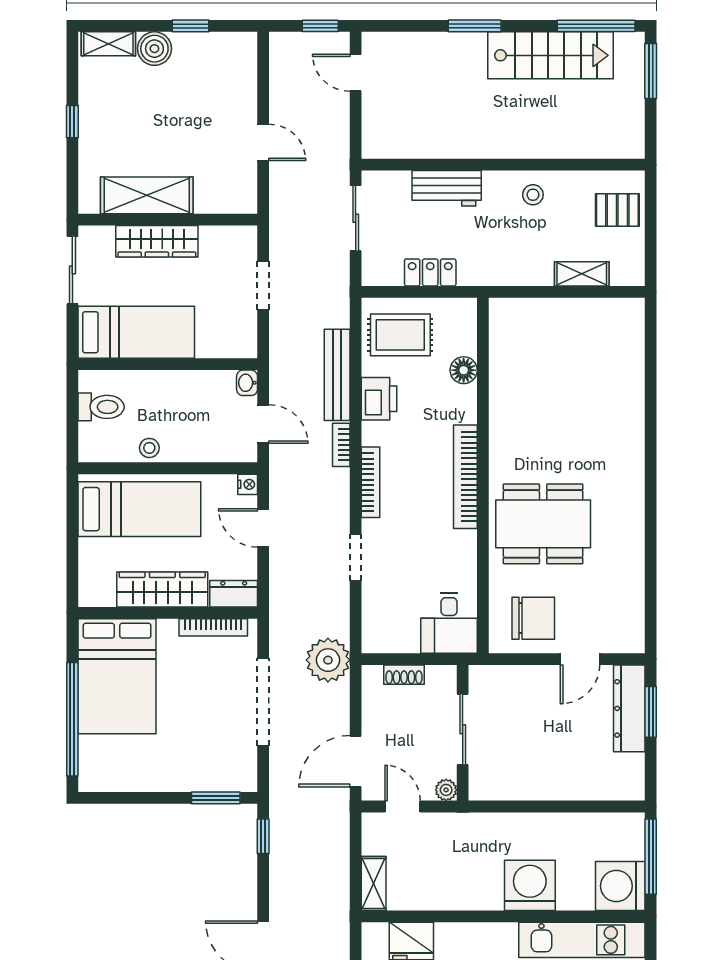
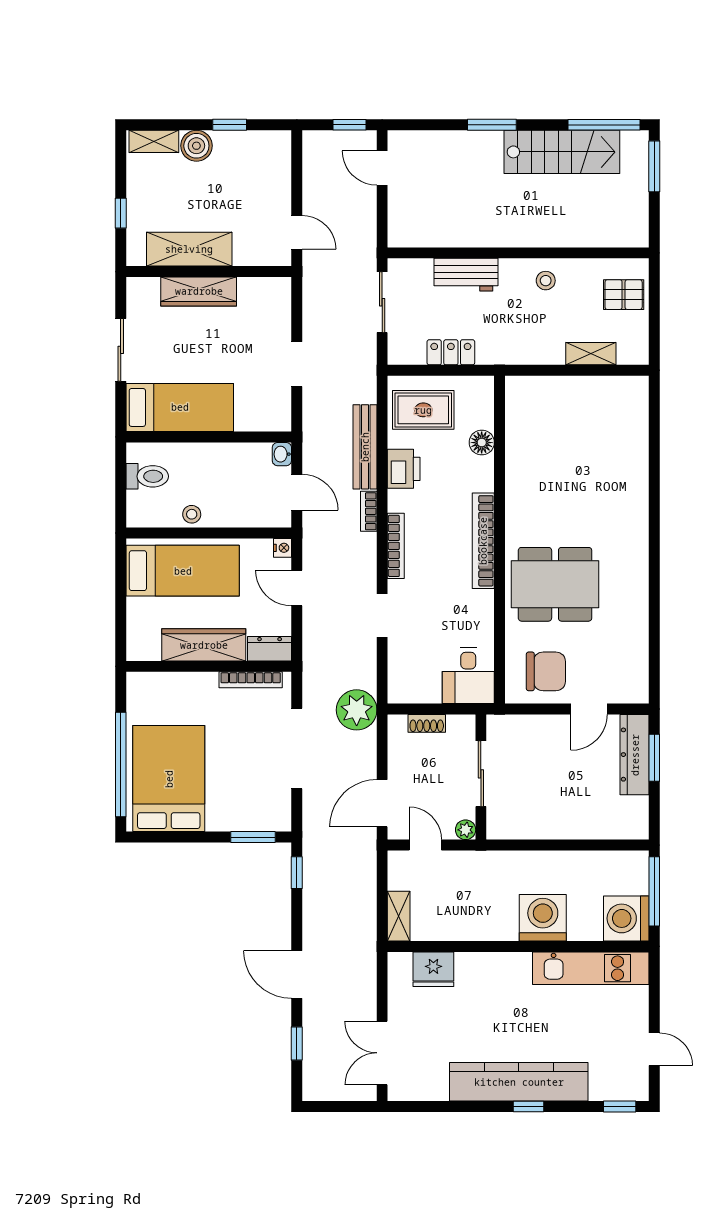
shelving: (147, 195) -> (189, 249), moved
wall: (168, 220) -> (209, 272), moved
wardrobe: (157, 241) -> (199, 291), moved
bed: (117, 676) -> (169, 779), moved, turned 180

